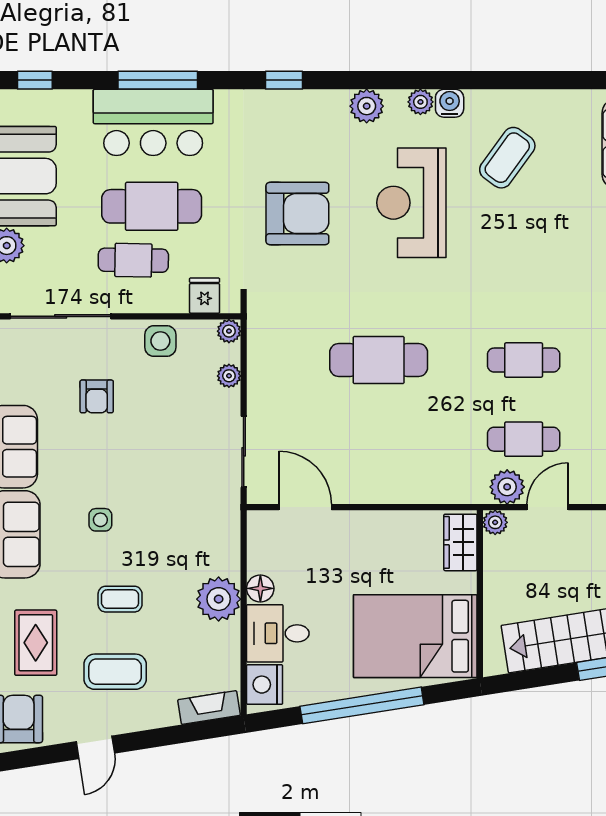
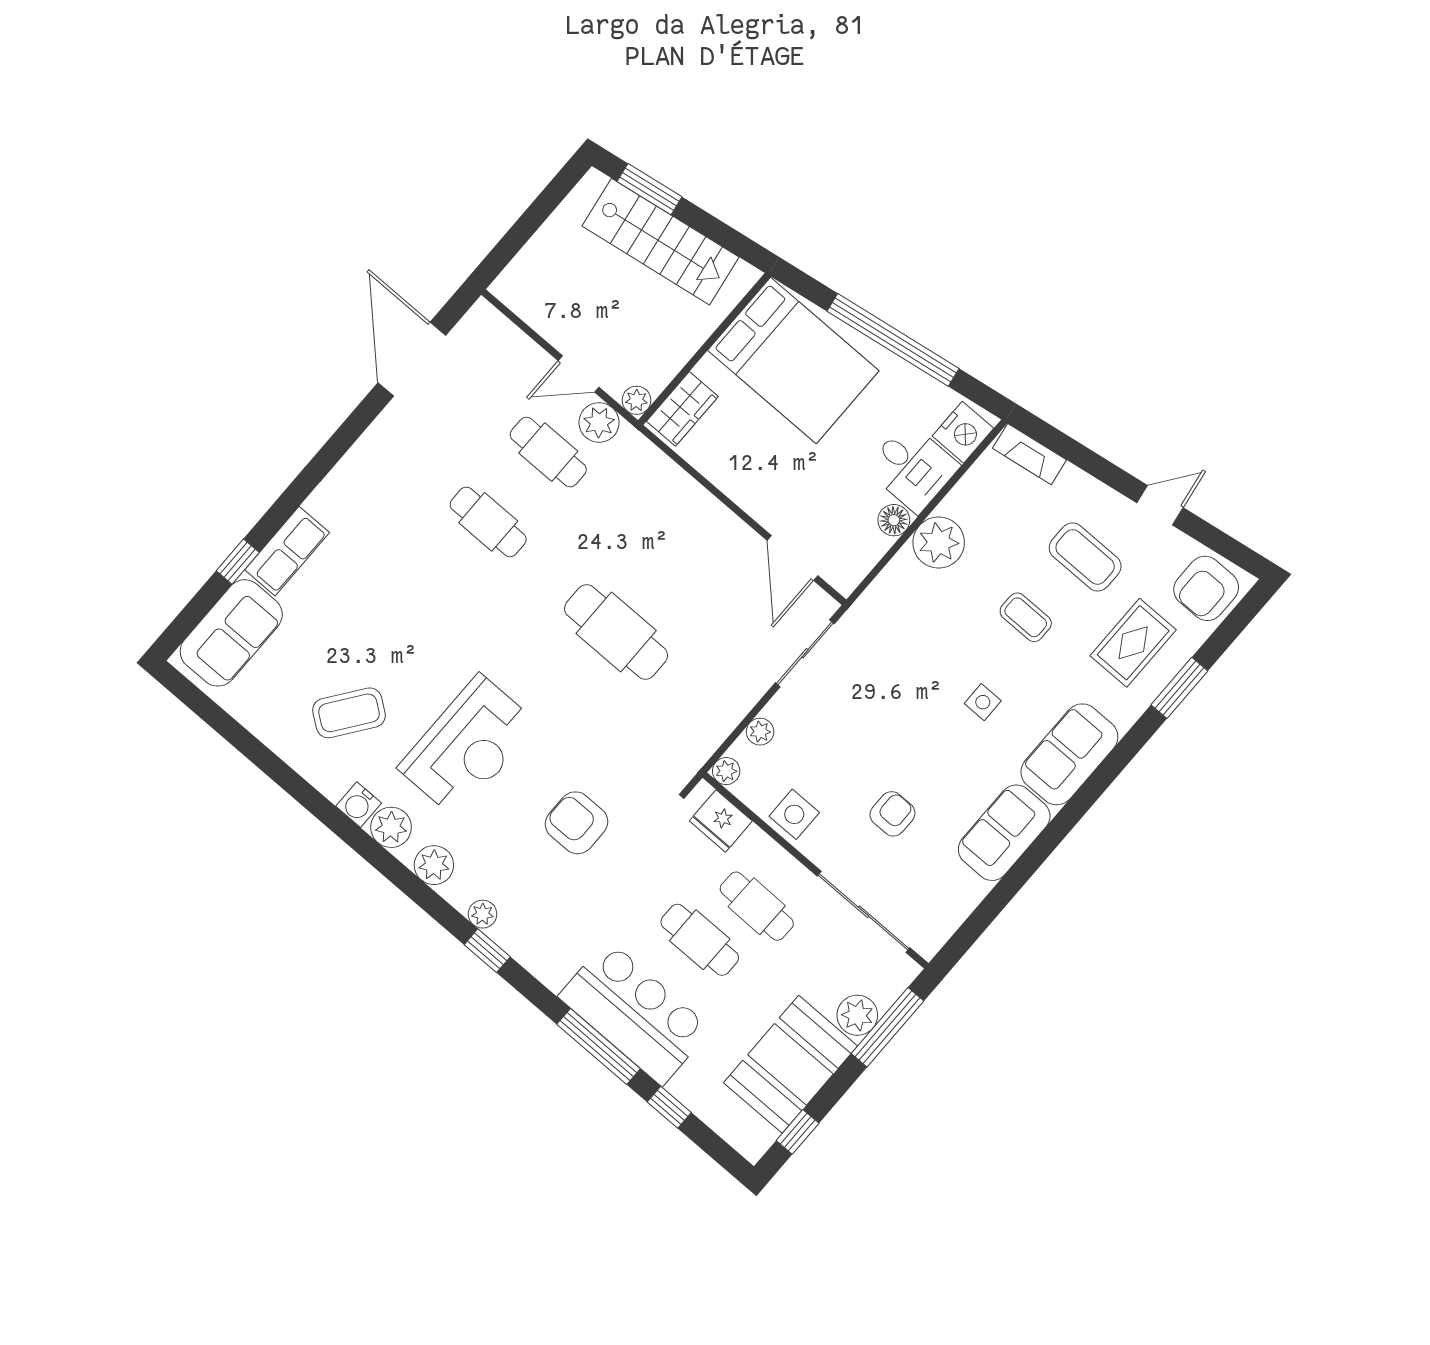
window: (35, 80) -> (669, 1107), moved
plant: (308, 101) -> (483, 914), added
plant: (420, 102) -> (391, 827), width x1.38, depth x1.38
cafe table: (152, 206) -> (700, 940), width x0.73, depth x0.74
armchair: (297, 214) -> (577, 823), width x0.73, depth x0.73
fridge: (205, 296) -> (721, 821), width x1.38

